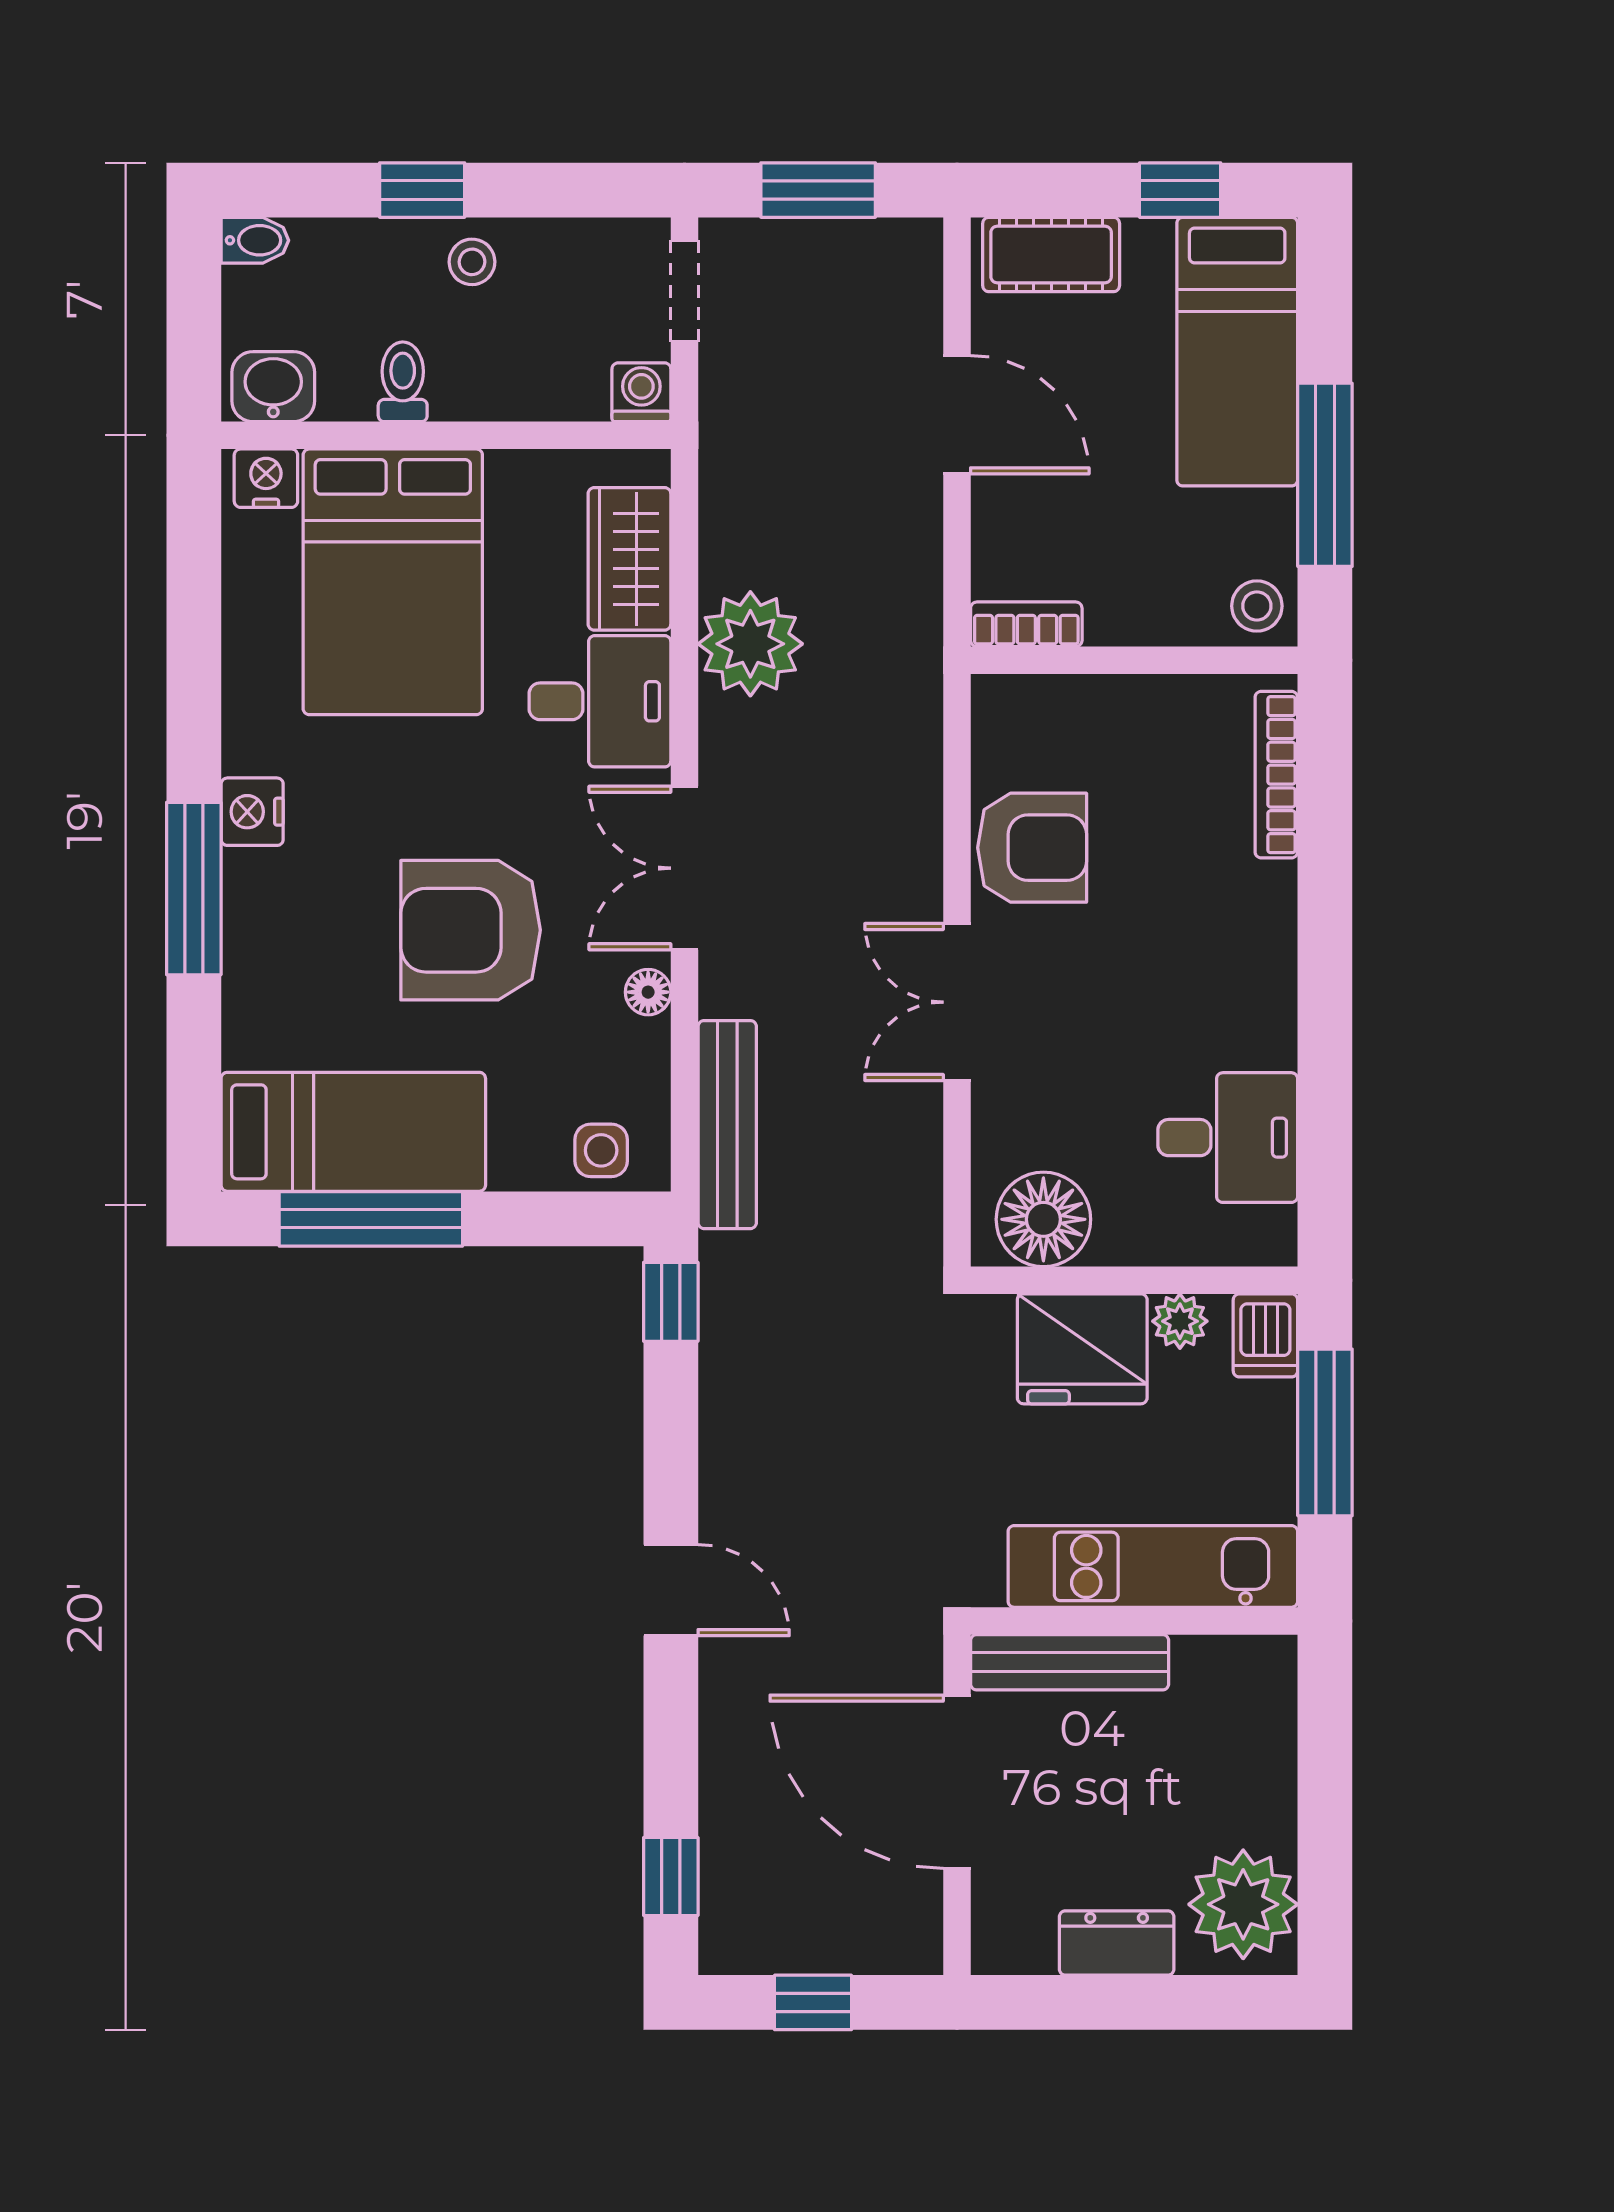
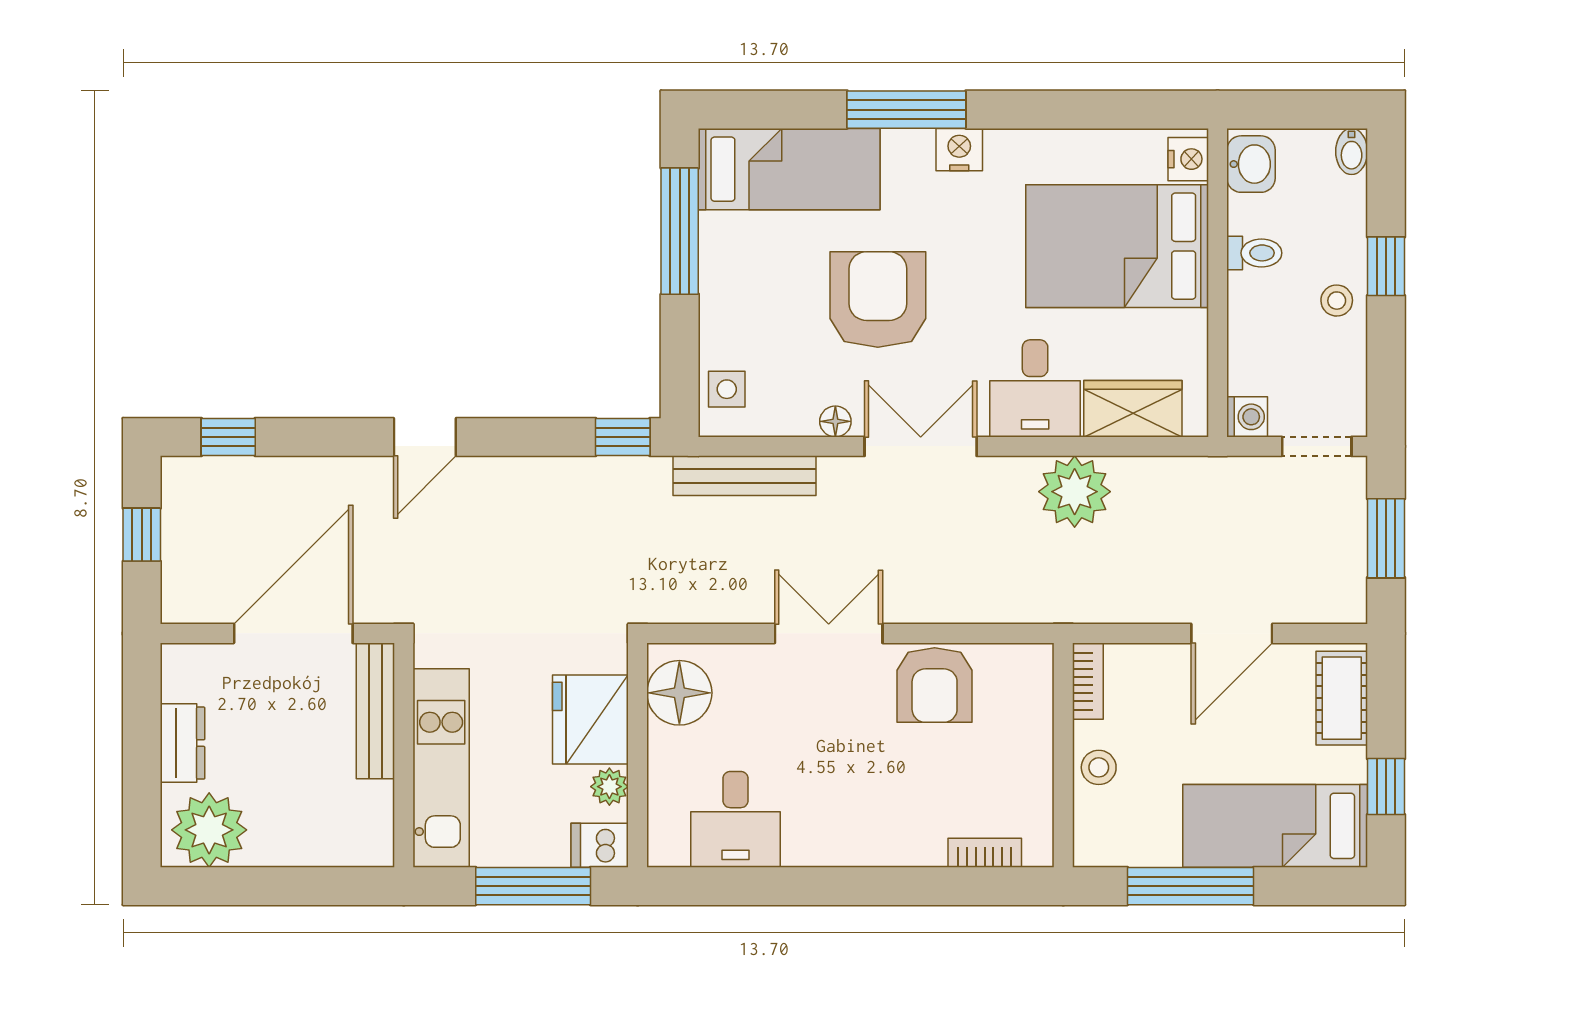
stool: (1257, 606) -> (1099, 767), moved
bookcase: (1276, 775) -> (985, 853), width x0.64
bed: (353, 1132) -> (789, 169), moved, turned -90

